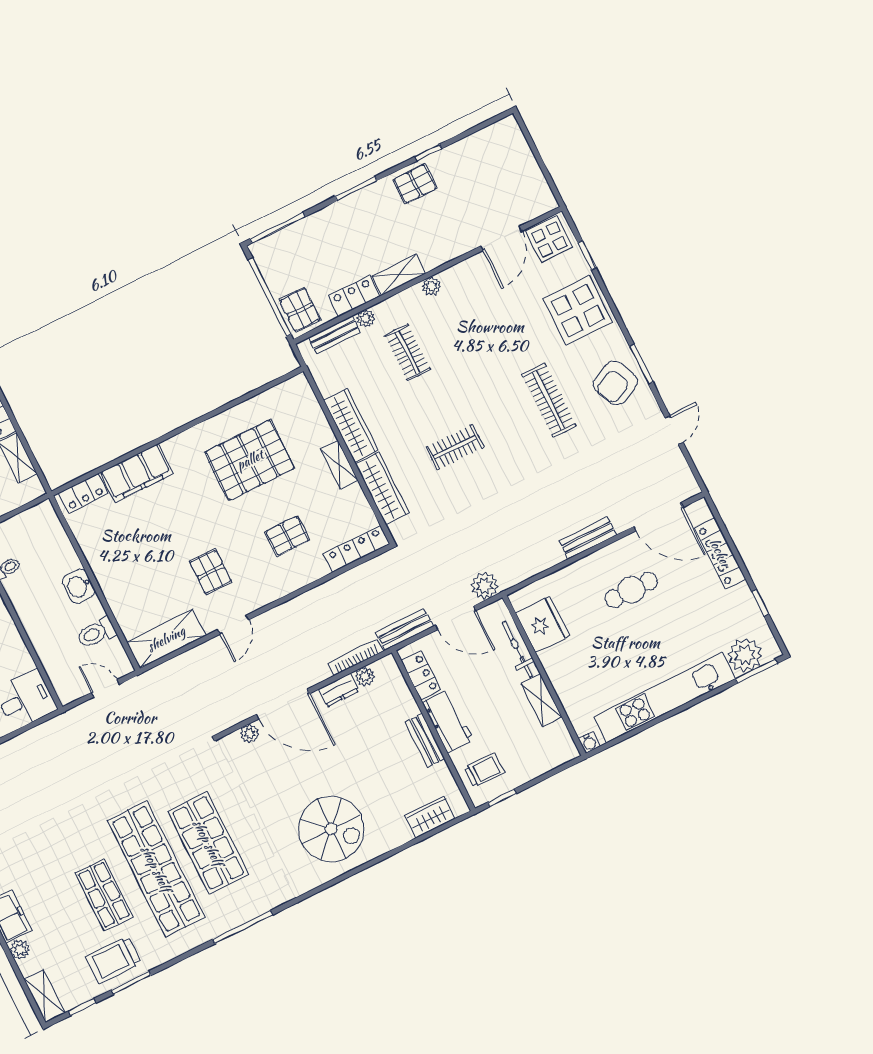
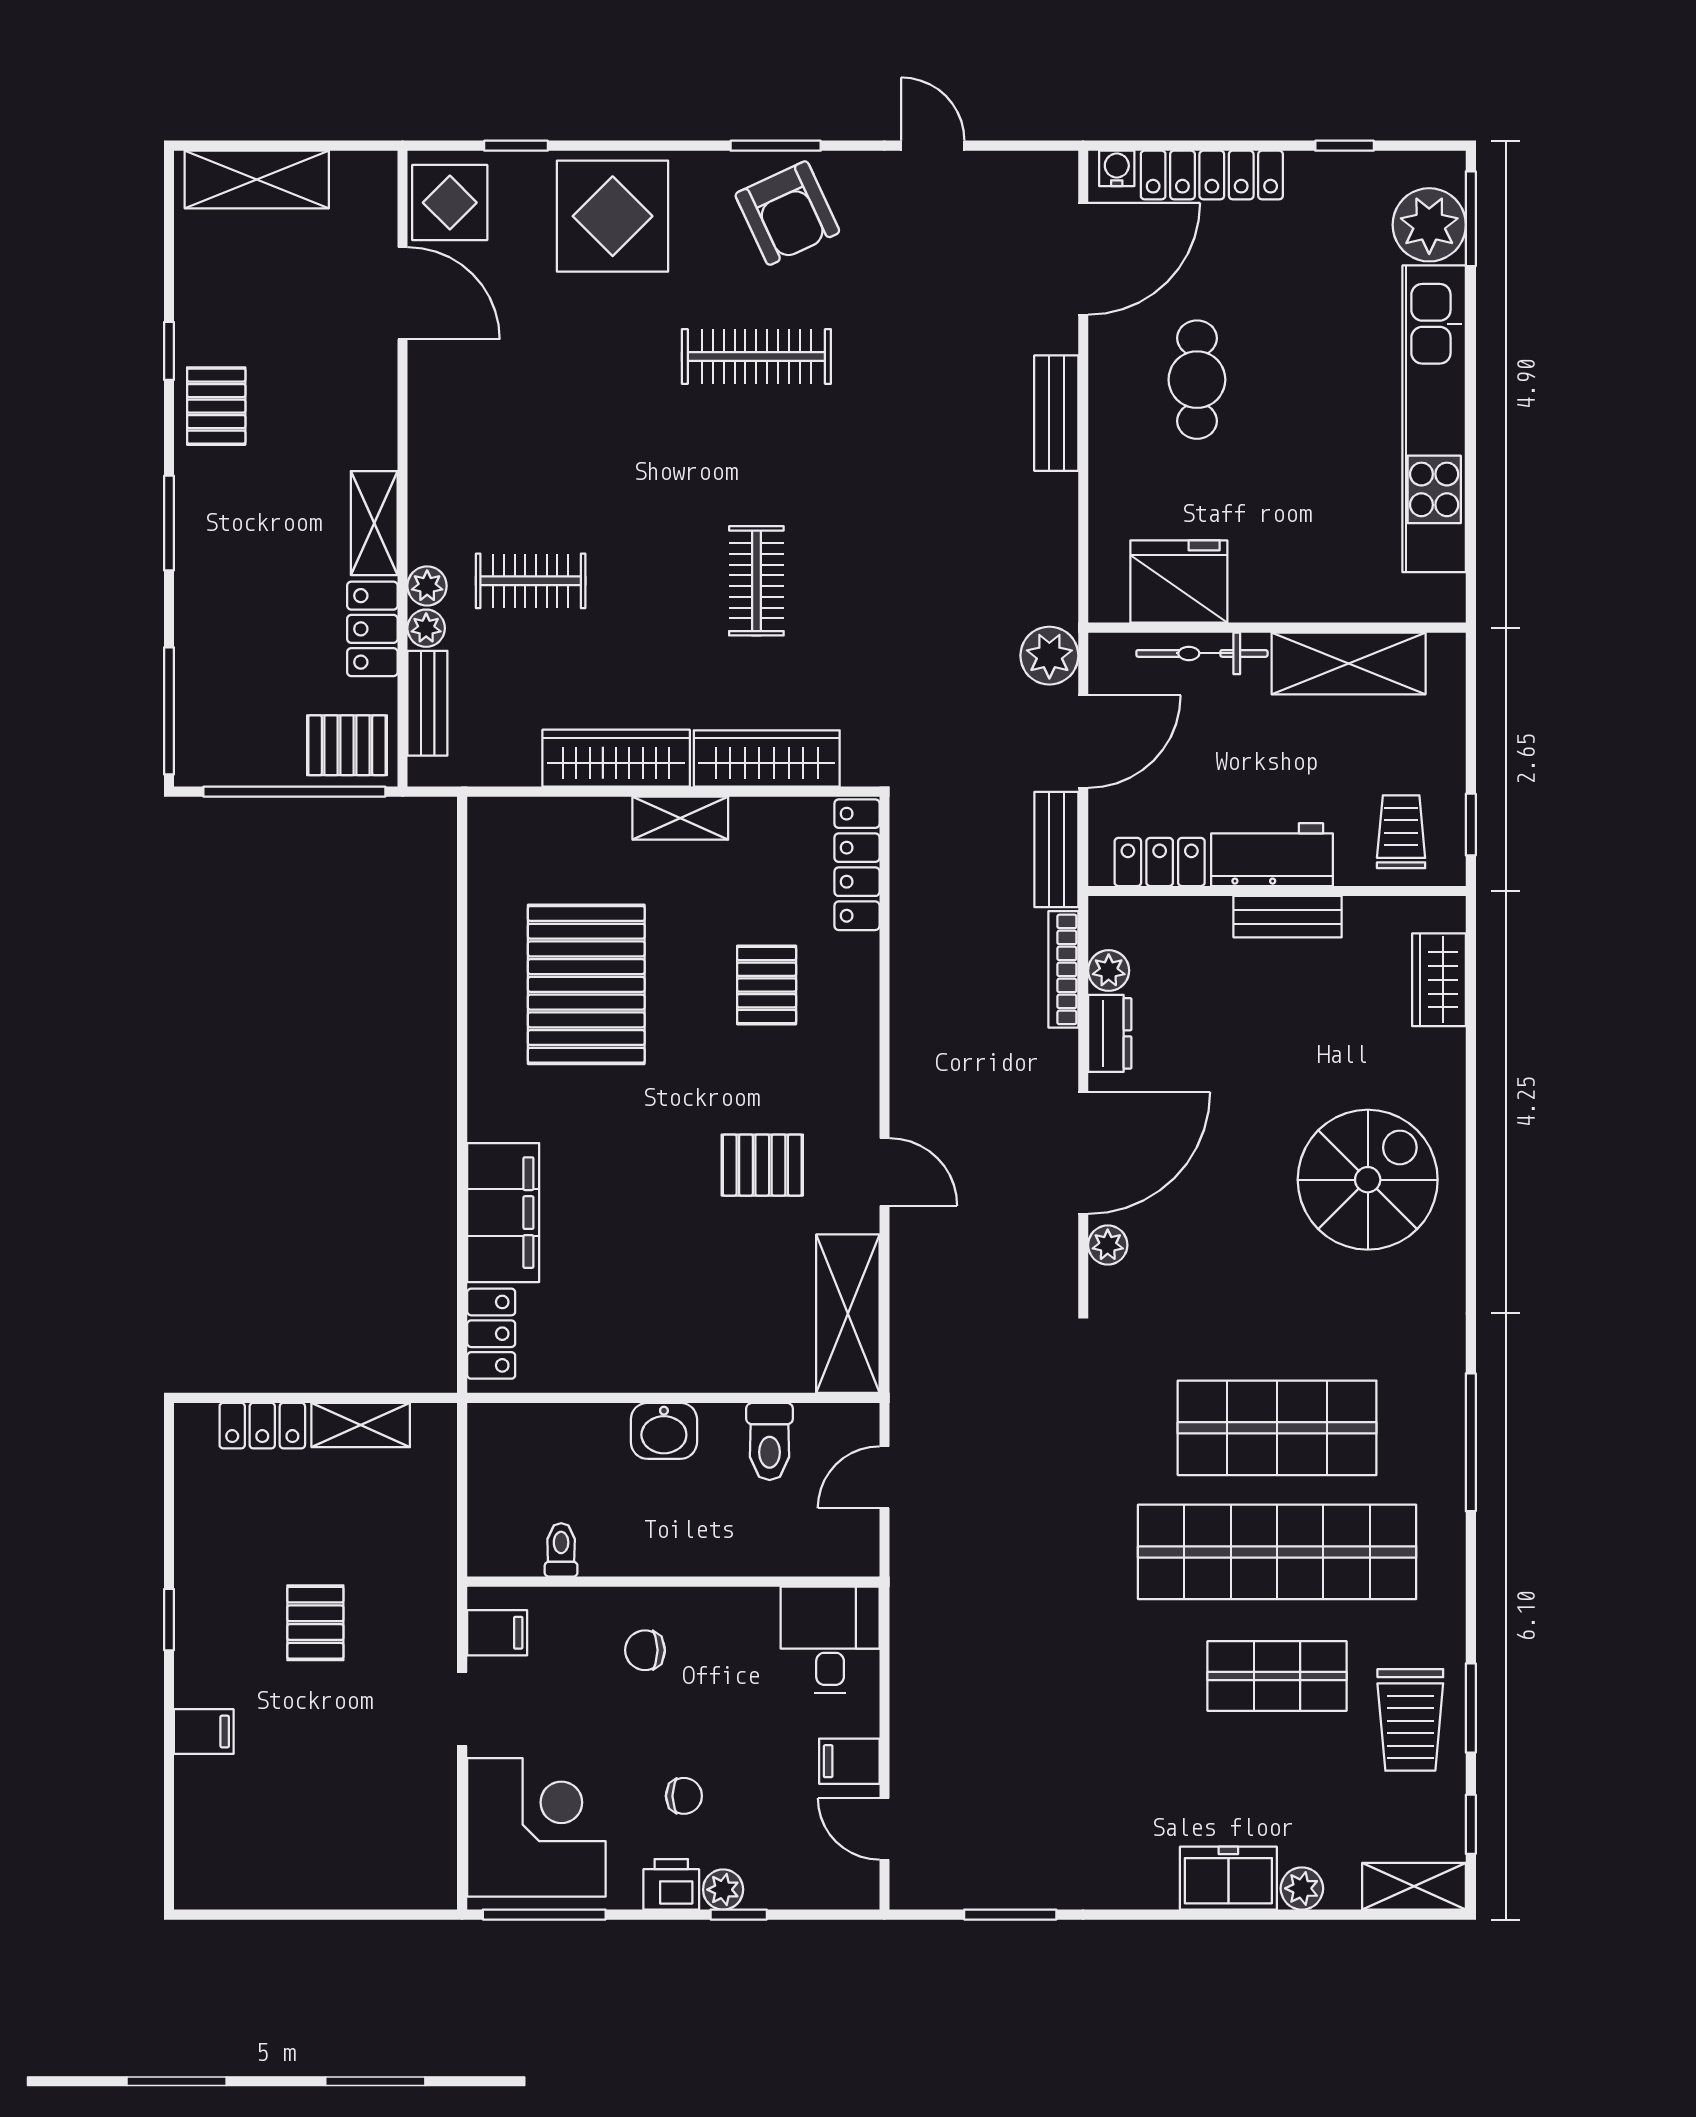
shelving: (519, 154) -> (257, 180), added
plant: (431, 286) -> (427, 586), moved
shelving: (542, 701) -> (1349, 663), width x1.50, depth x1.33
water cooler: (589, 742) -> (1117, 168), moved, turned -90

